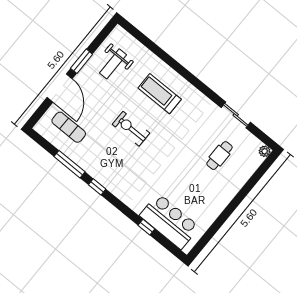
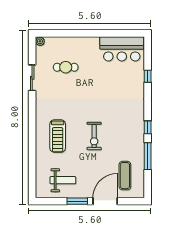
bar counter: (169, 221) -> (122, 49), moved, turned -90

